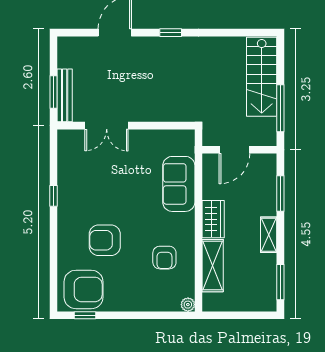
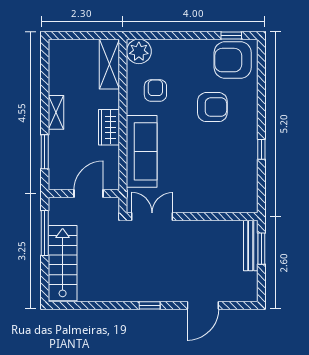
double door: (107, 126) -> (152, 217), moved
sofa: (179, 184) -> (142, 151), width x1.36
shelving: (213, 266) -> (109, 64), moved
window: (280, 282) -> (45, 67), removed
plant: (188, 305) -> (139, 51), width x1.87, depth x1.87

